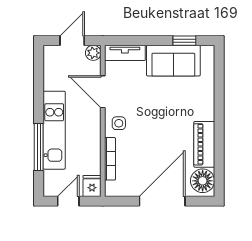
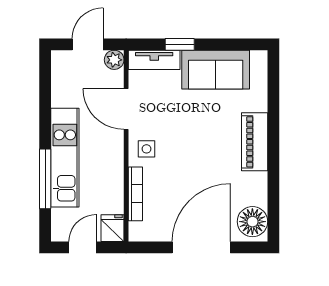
window: (184, 41) -> (180, 44), moved
piano: (204, 144) -> (255, 142), moved

